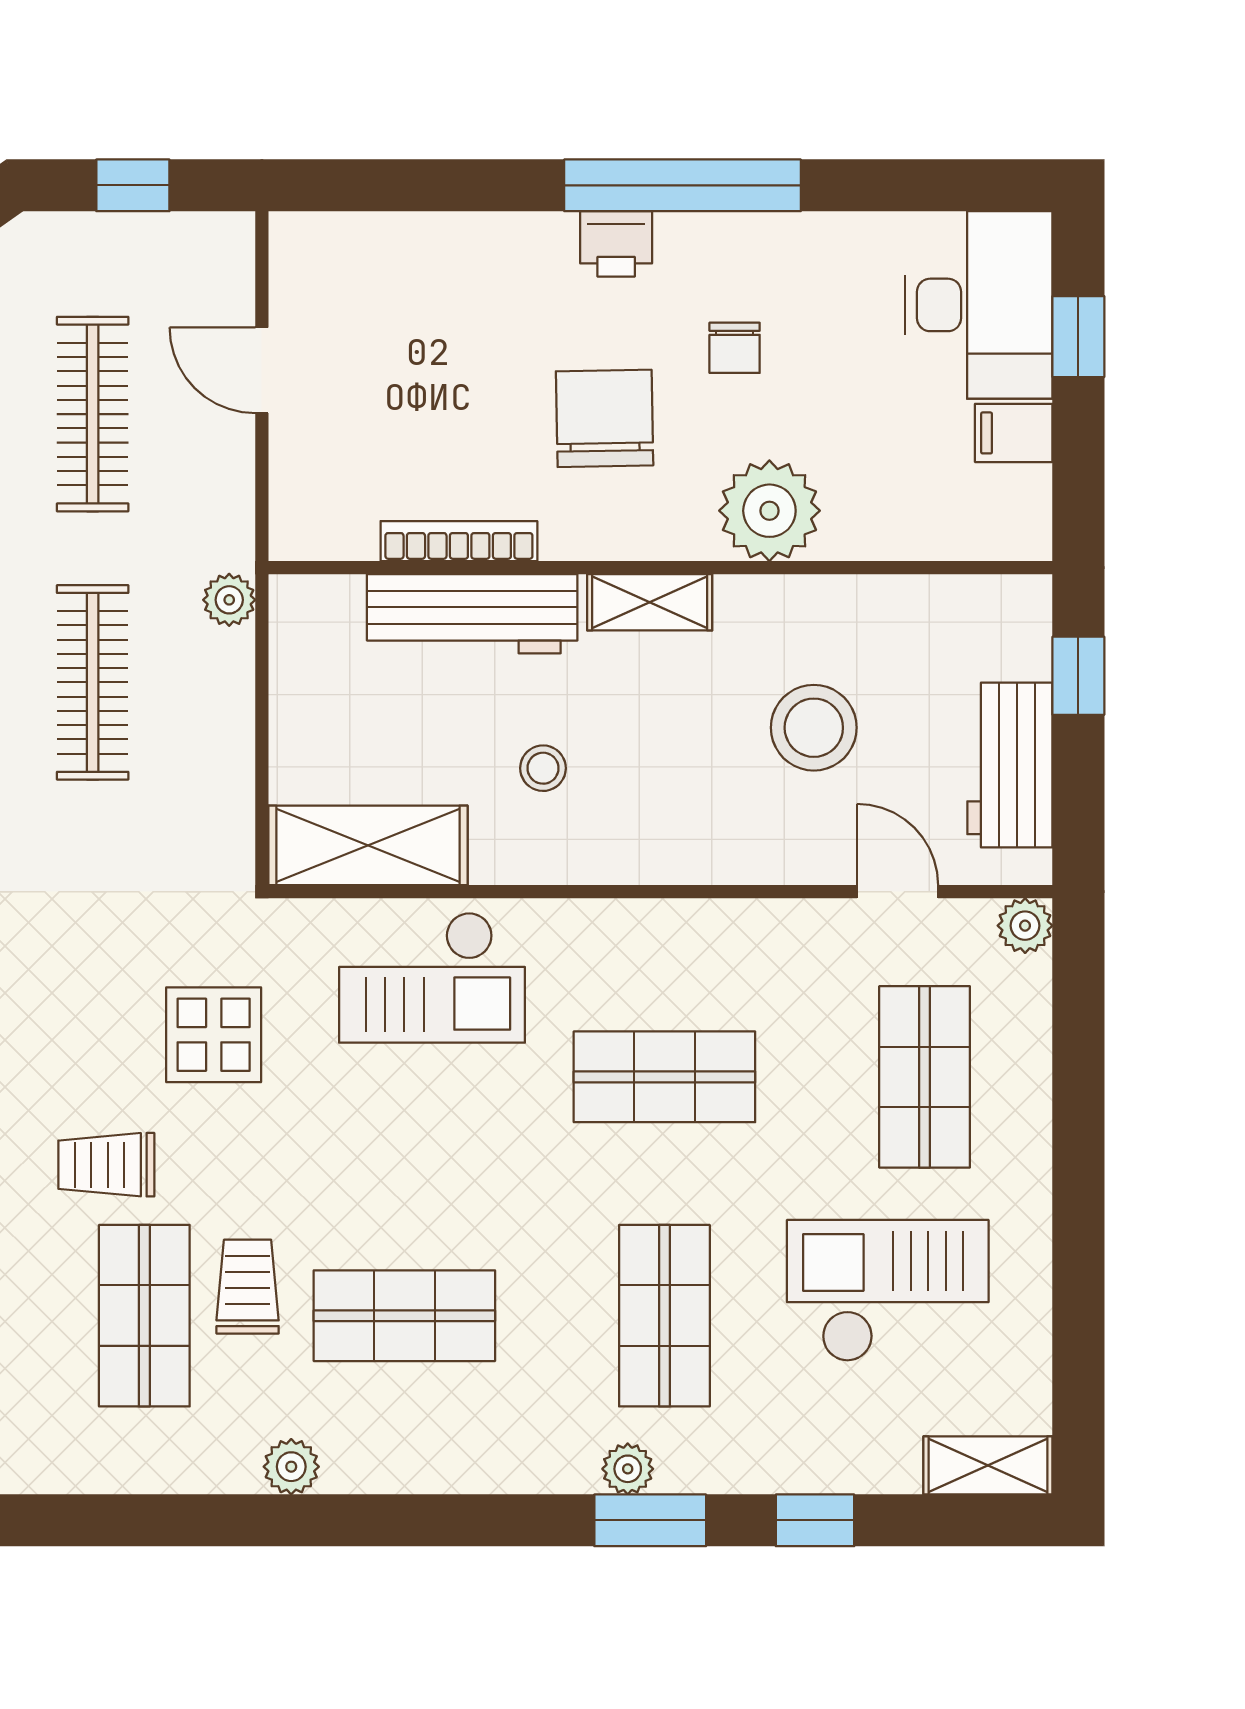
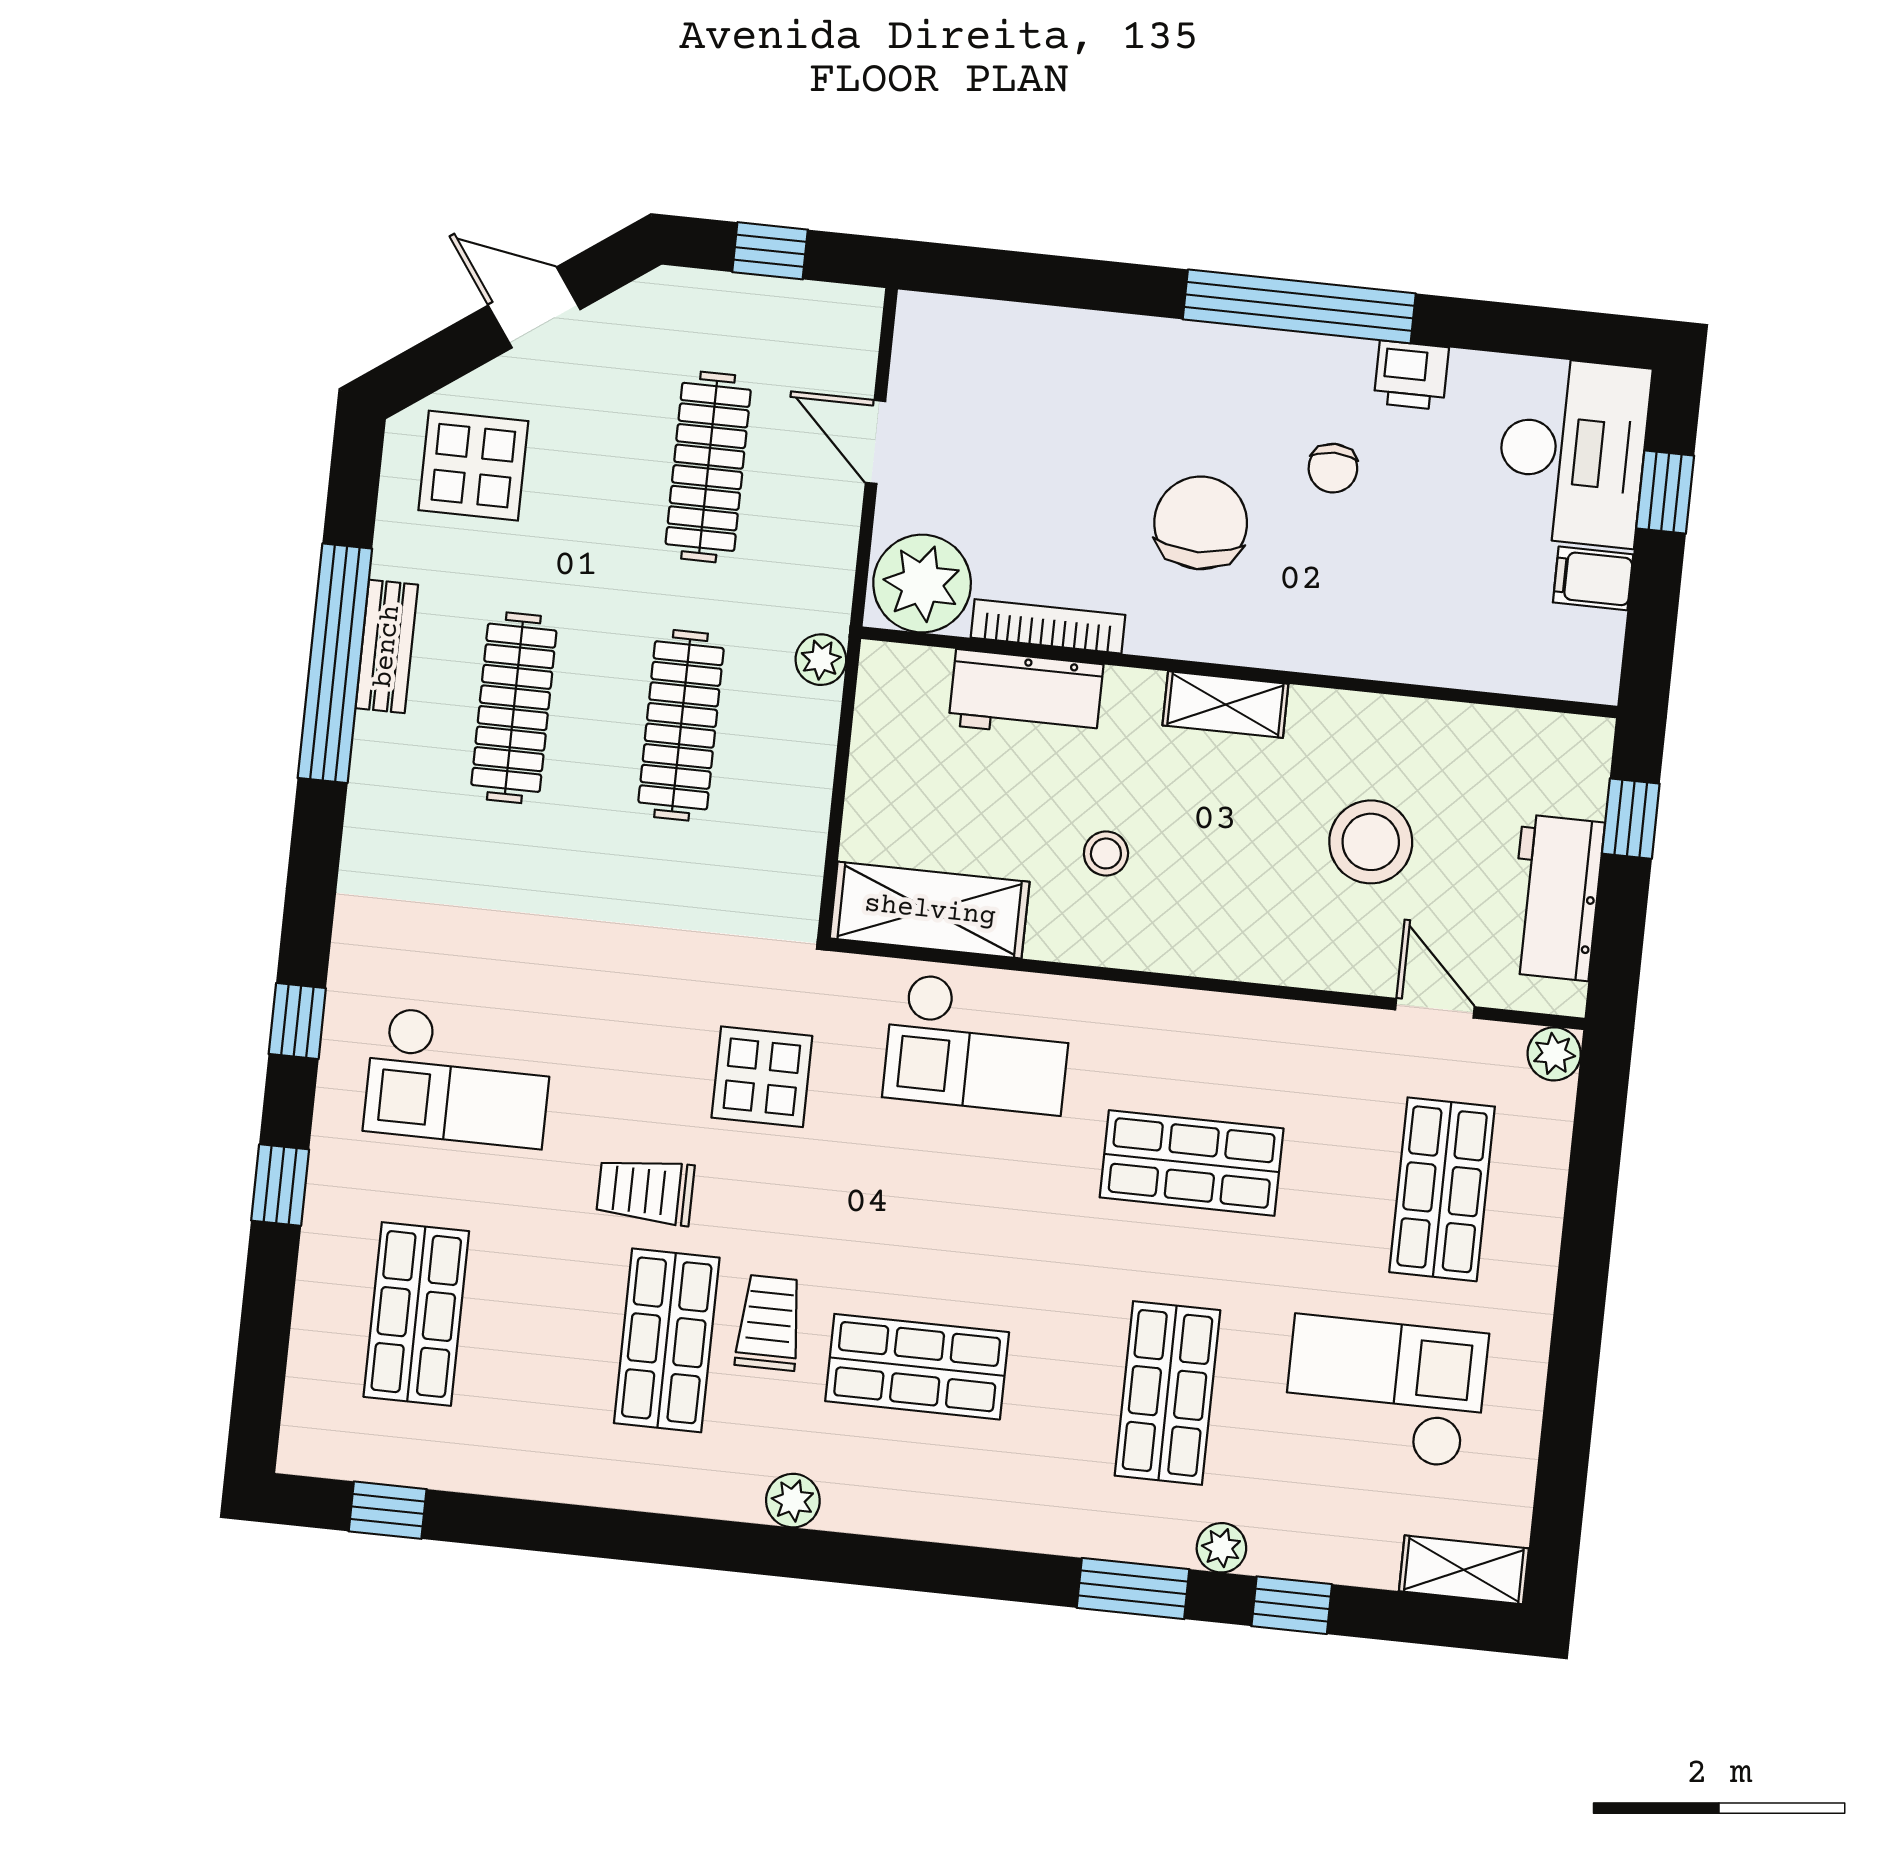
printer: (616, 244) -> (1411, 375), moved
plant: (769, 511) -> (922, 584), moved
workbench: (472, 614) -> (1026, 695), width x0.73
plant: (628, 1469) -> (1221, 1548), moved

